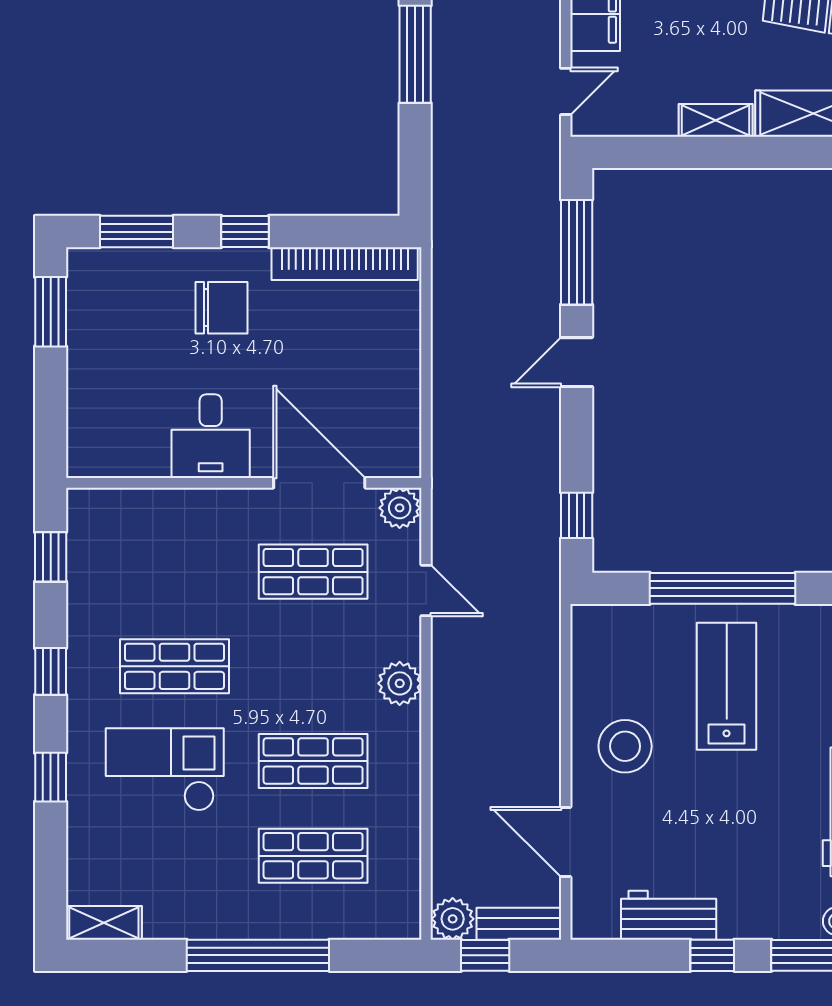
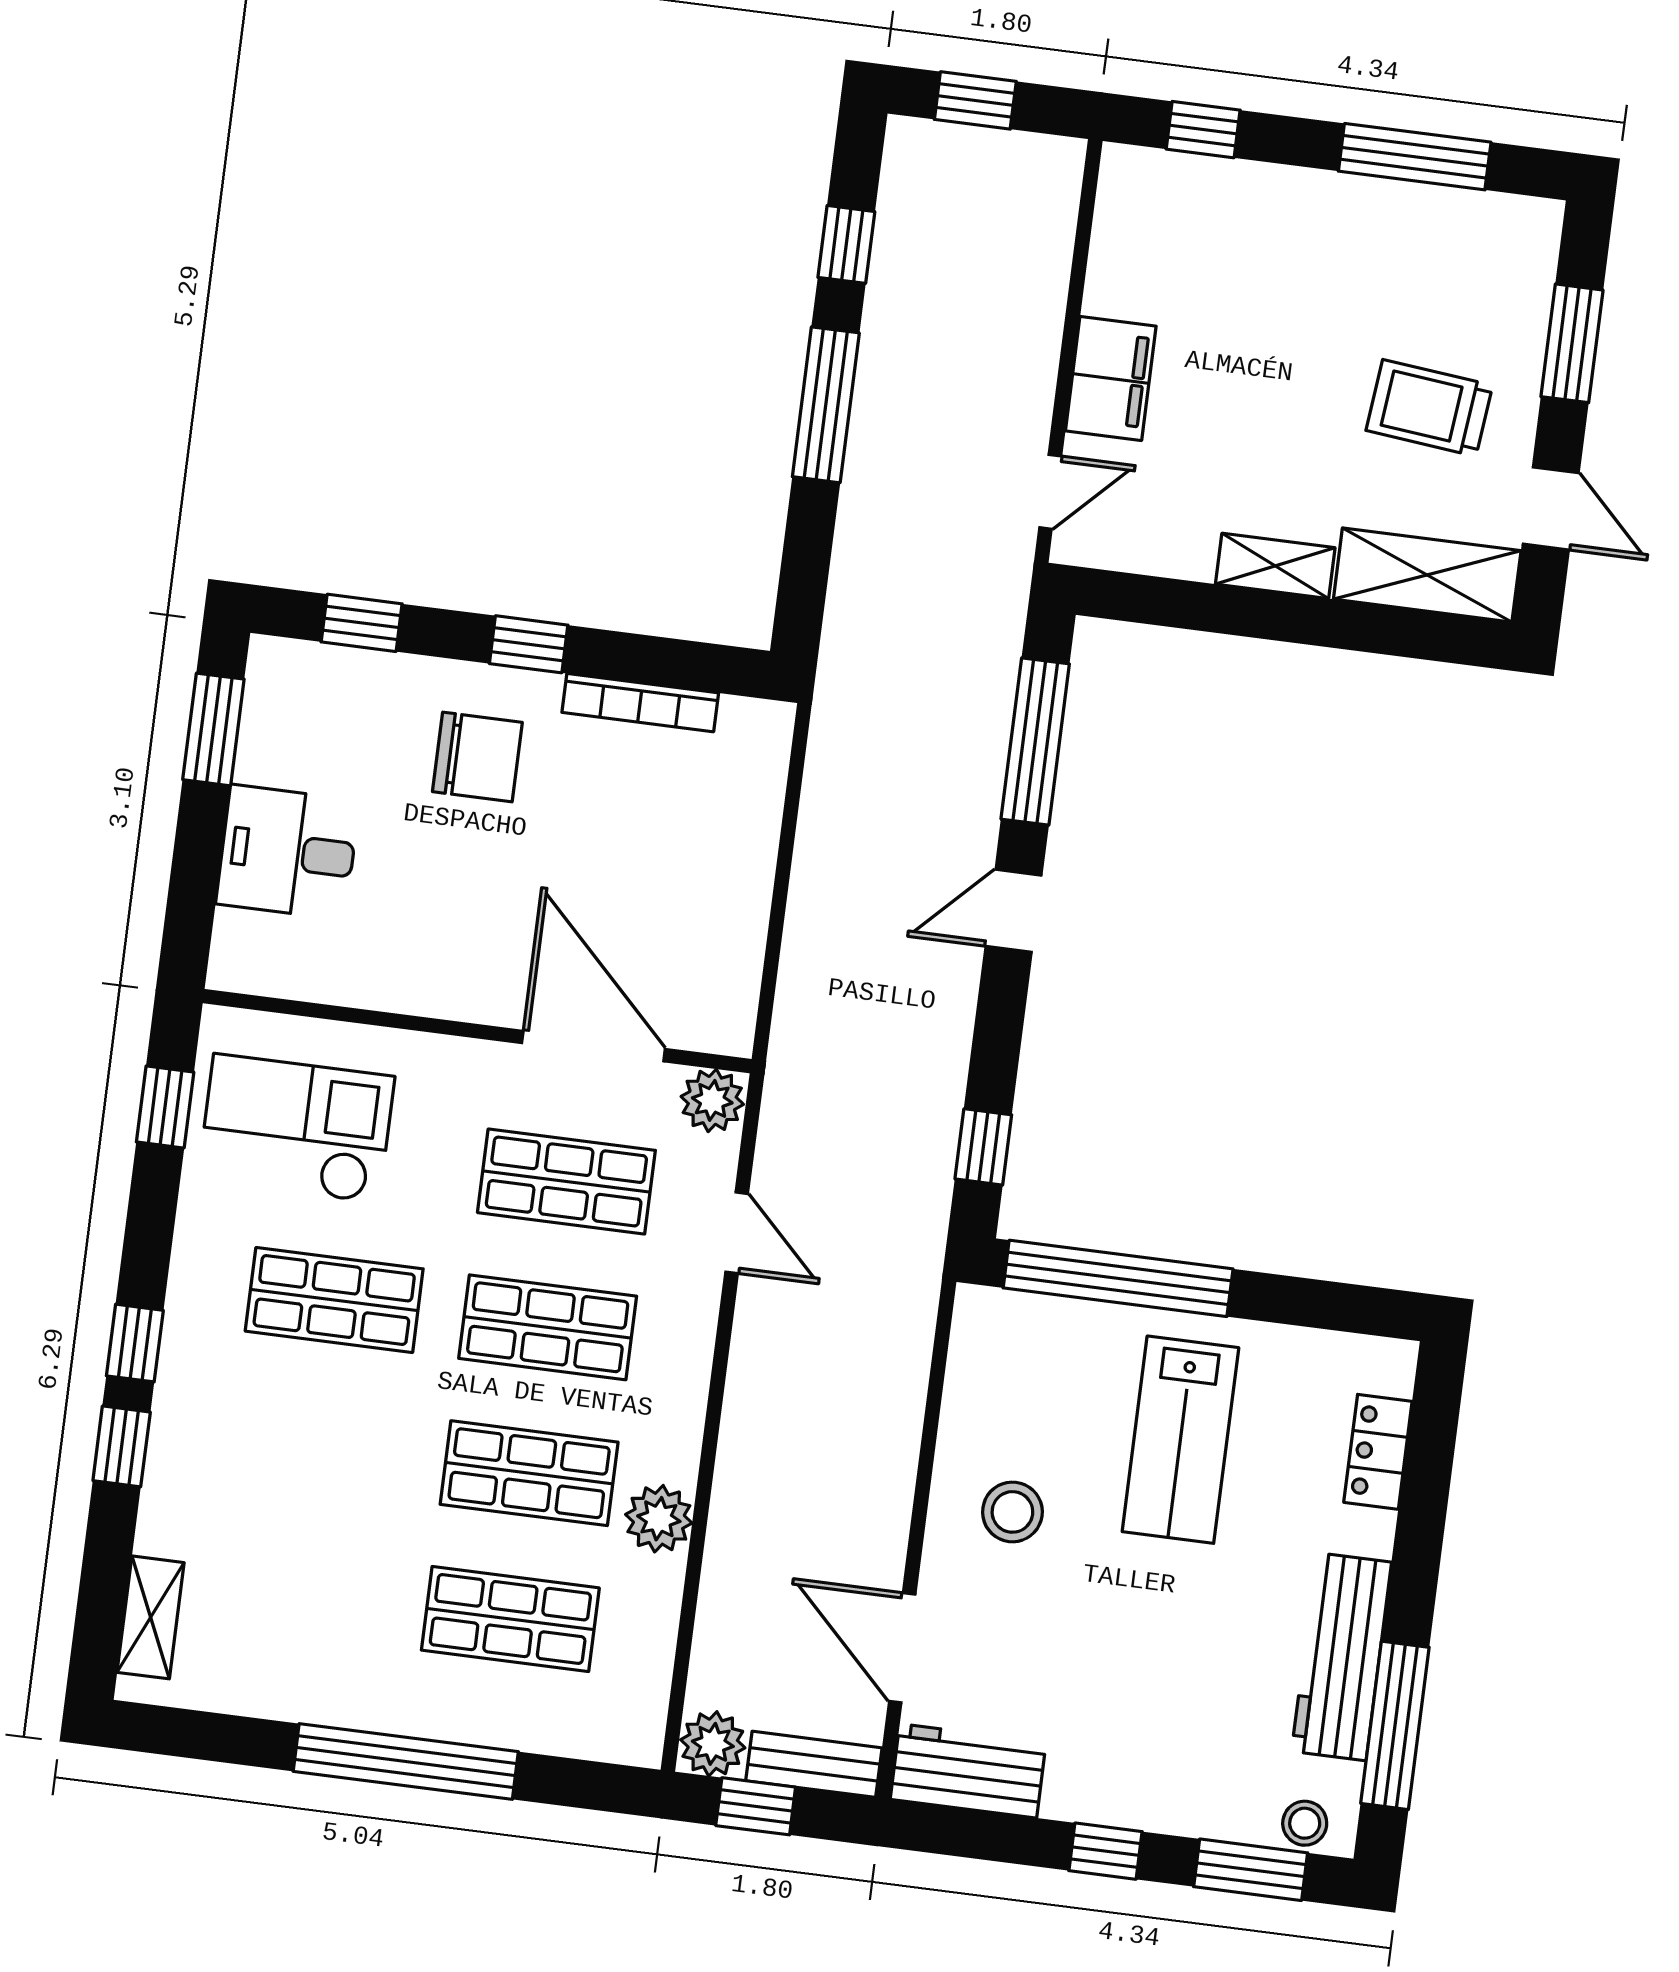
window: (137, 232) -> (362, 623), width x0.67
bookcase: (345, 264) -> (640, 703), width x0.68, depth x0.76
desk: (211, 436) -> (288, 852), moved, turned 90
window: (723, 588) -> (1118, 1278), moved
shop shelf: (313, 666) -> (548, 1327), added
window: (51, 671) -> (135, 1343), moved
plant: (400, 683) -> (659, 1519), moved
lab bench: (727, 686) -> (1180, 1440), turned 180
stool: (625, 746) -> (1012, 1512), width x0.73, depth x0.73
checkout: (165, 770) -> (296, 1129), moved
workbench: (669, 915) -> (968, 1771), moved
shelving: (104, 923) -> (151, 1617), moved, turned 90

